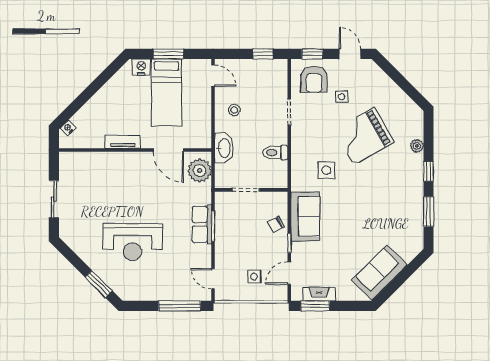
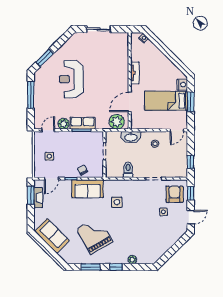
armchair: (314, 79) -> (175, 194), turned 90
grand piano: (364, 136) -> (94, 235), moved
plant: (203, 254) -> (64, 124), added
door: (289, 273) -> (52, 179), swing flipped
window: (180, 306) -> (31, 95), moved

